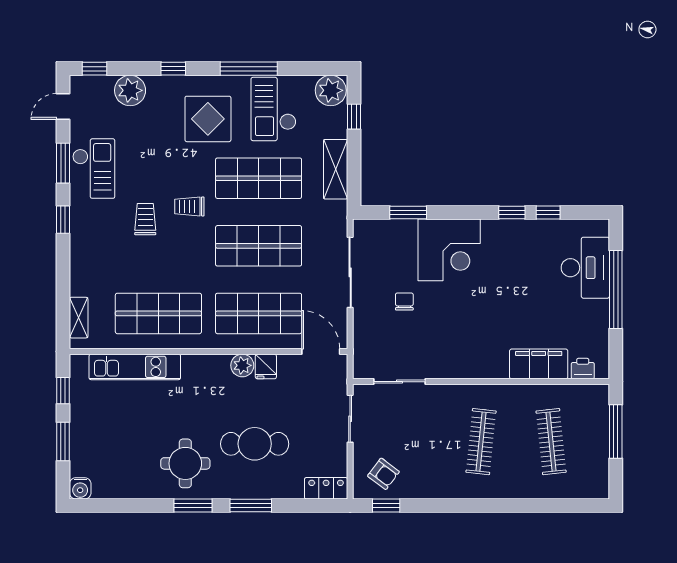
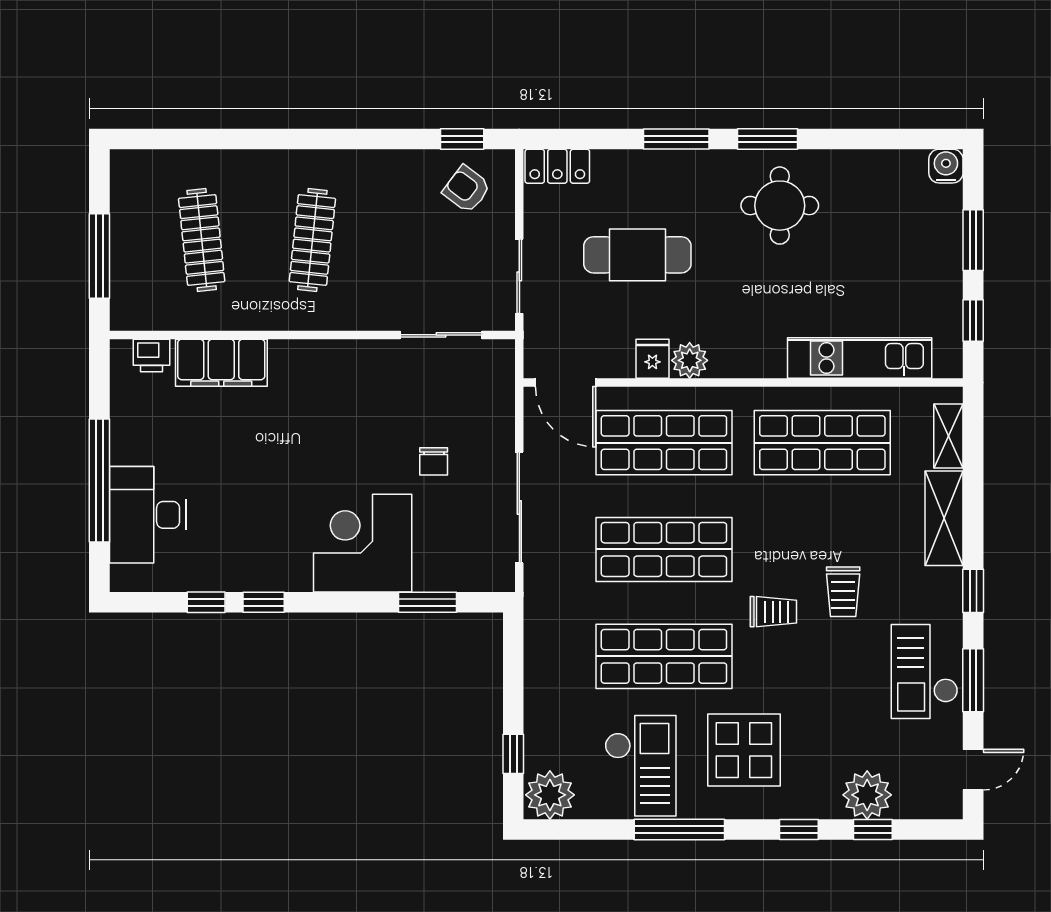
window: (95, 69) -> (873, 829), moved
shelving: (336, 169) -> (944, 518), moved
cafe table: (255, 444) -> (637, 255), moved

